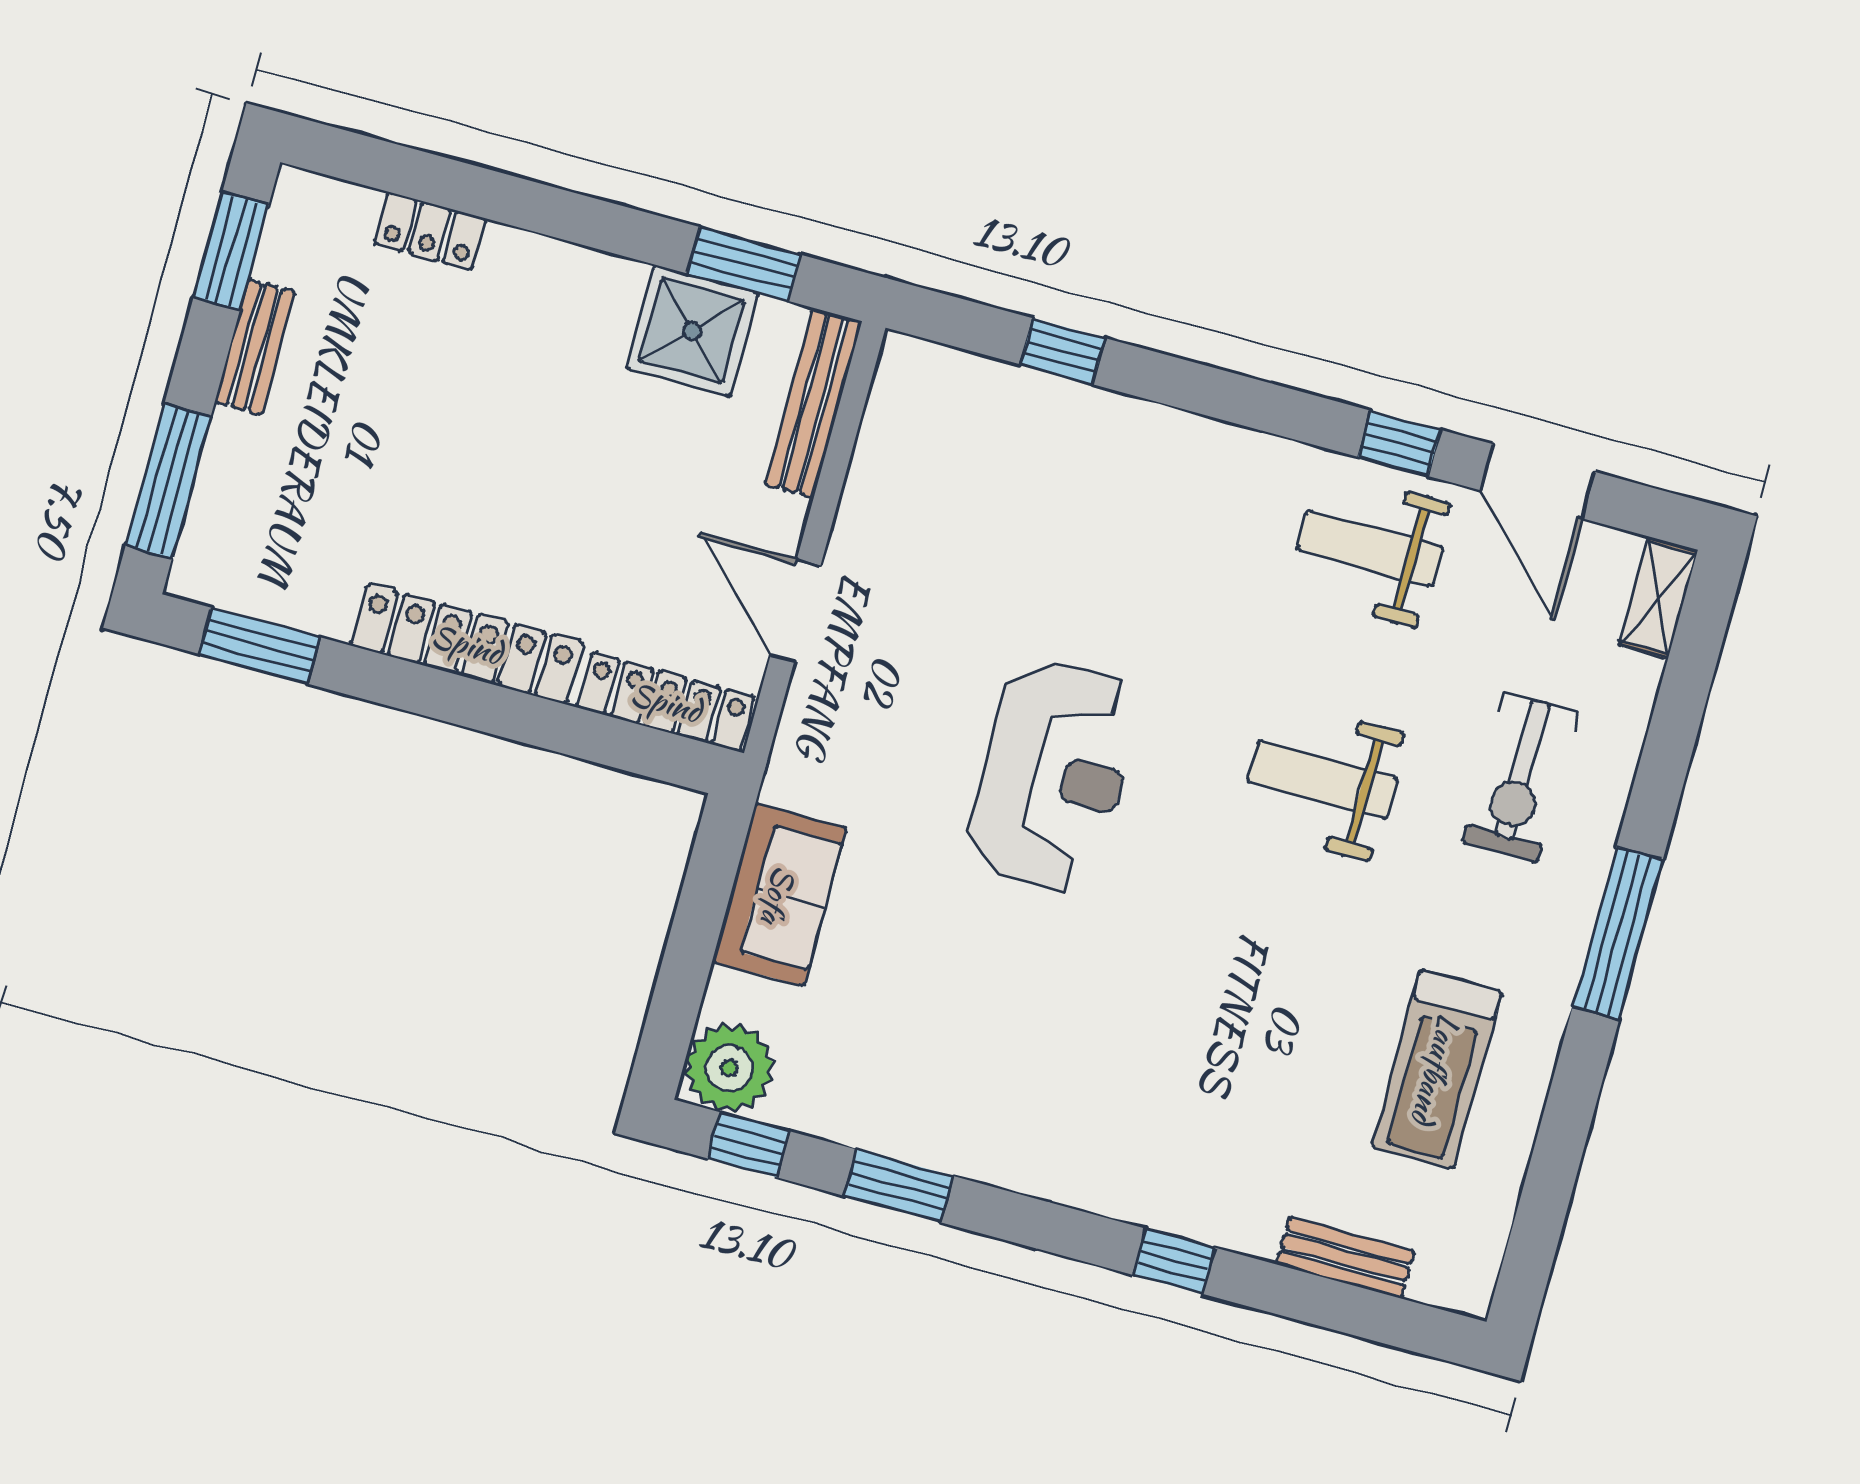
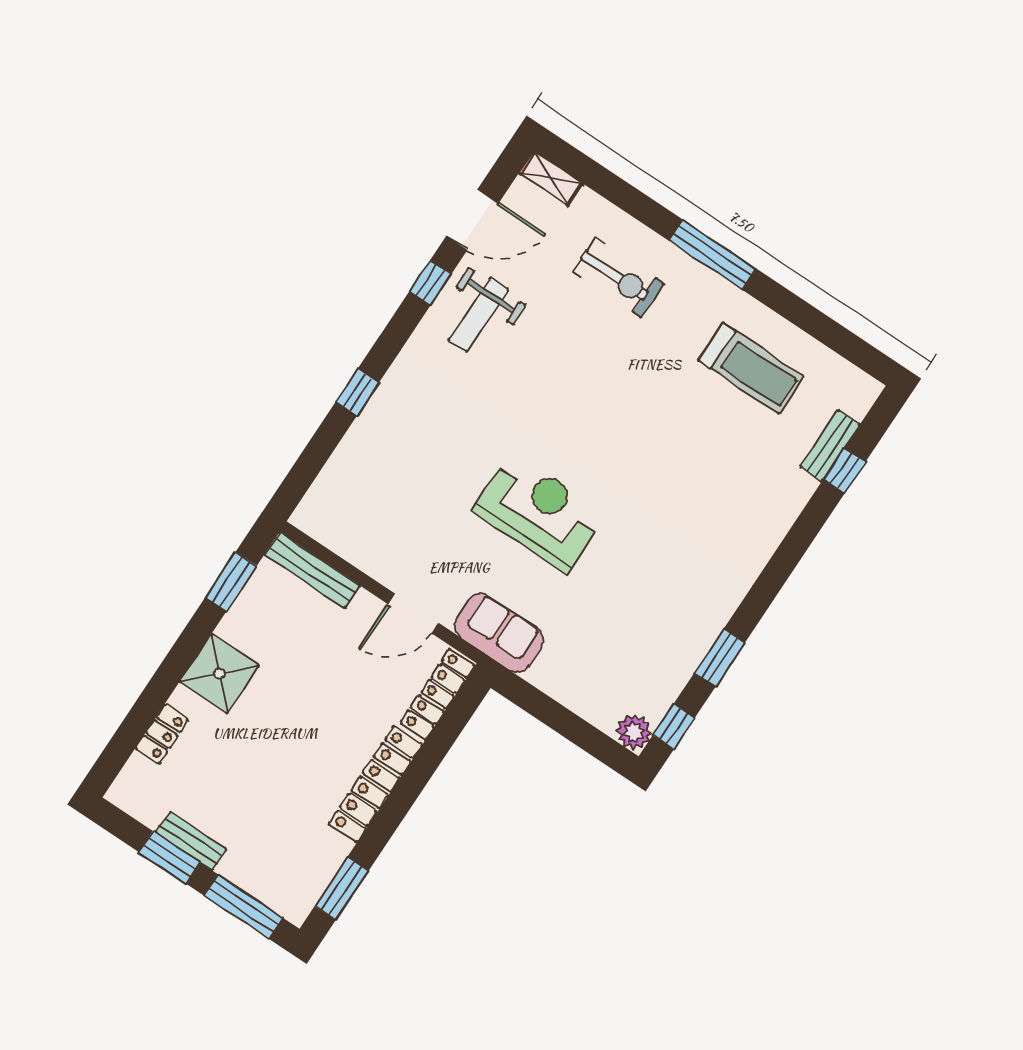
window: (231, 251) -> (170, 857), moved
shower: (692, 331) -> (219, 673), moved
window: (1063, 351) -> (357, 392), moved
weight bench: (1322, 780) -> (586, 377), removed
sofa: (779, 895) -> (499, 633), moved
plant: (729, 1068) -> (634, 732), width x0.73, depth x0.73
window: (1174, 1261) -> (845, 470), moved

